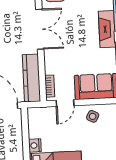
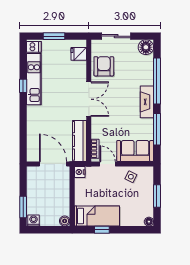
door: (65, 103) -> (108, 164), swing flipped
nightstand: (35, 145) -> (80, 172), moved

